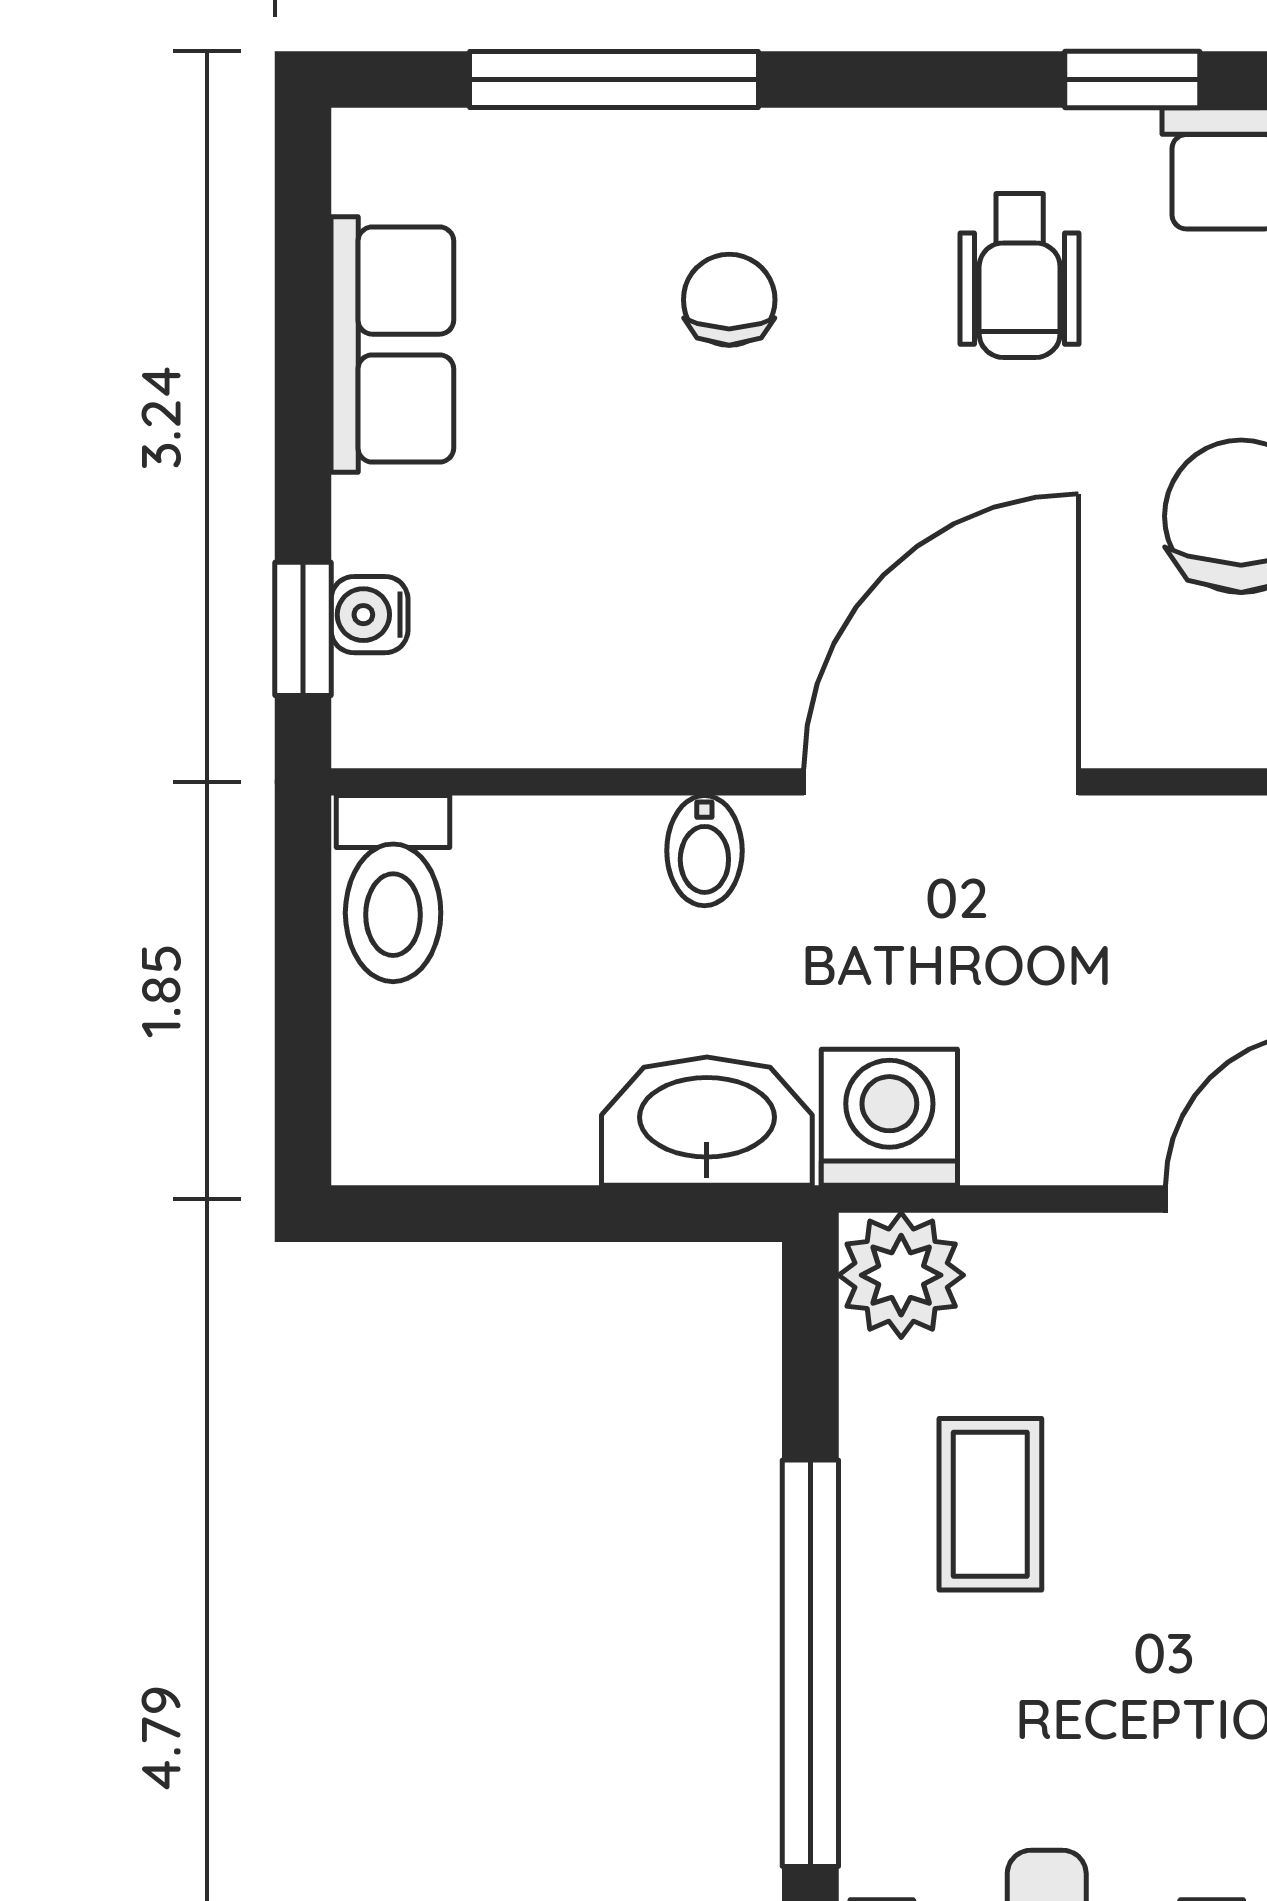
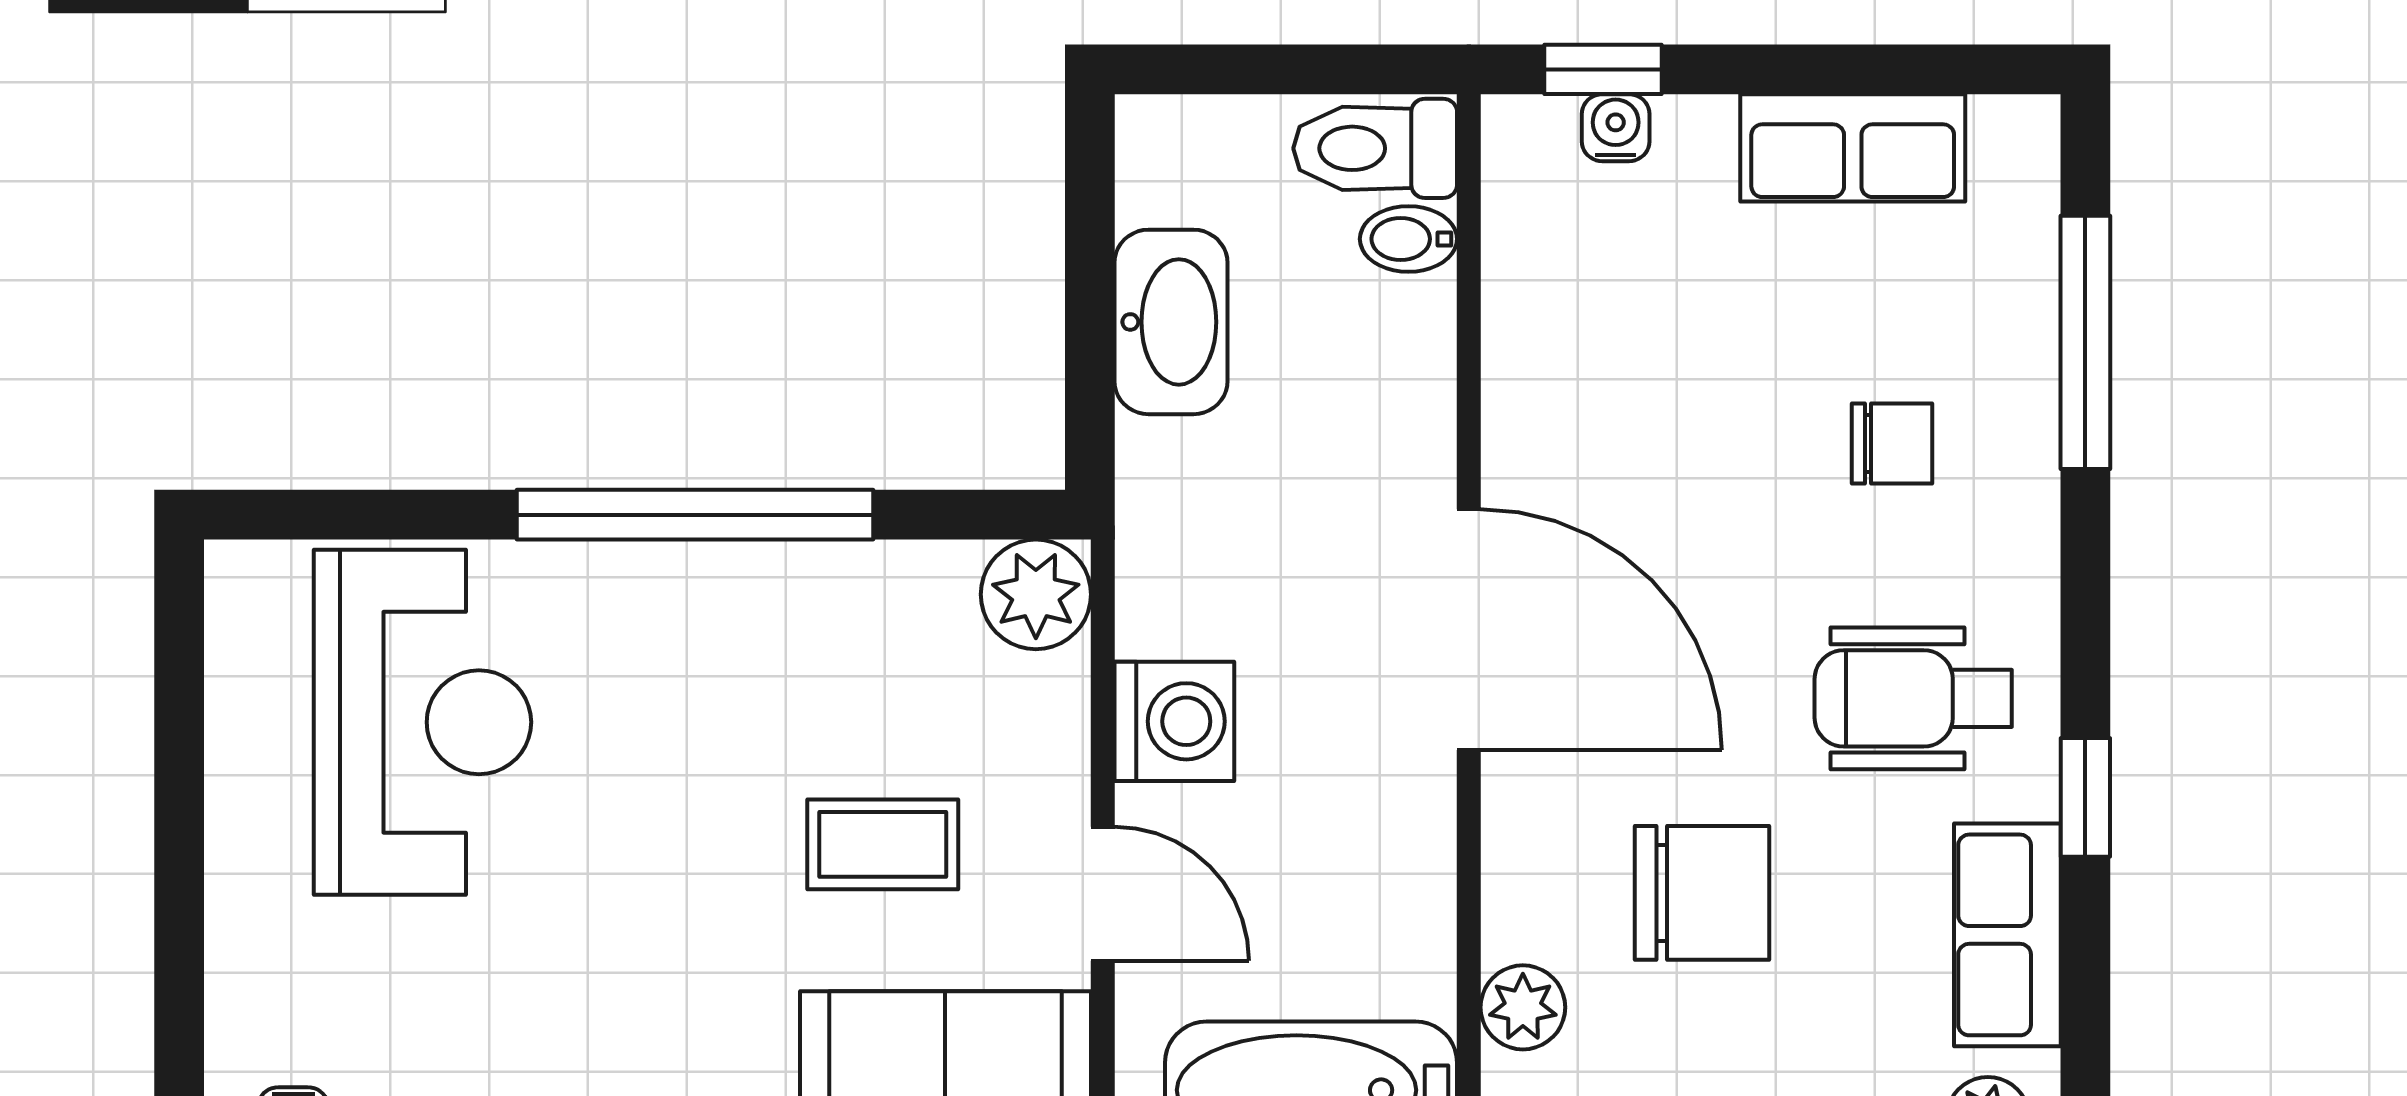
wheelchair: (1020, 276) -> (1913, 698), width x1.36, depth x1.37
bidet: (704, 851) -> (1408, 239), moved
washing machine: (889, 1117) -> (1174, 721), moved
washbasin: (707, 1121) -> (1171, 322), moved
coffee table: (990, 1504) -> (883, 844), moved

